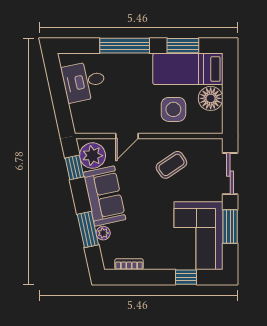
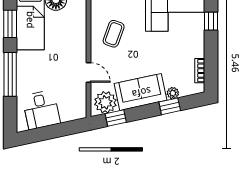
side table: (173, 109) -> (65, 32), removed
coffee table: (171, 165) -> (114, 34), turned 54
window: (88, 229) -> (170, 106), width x0.67

